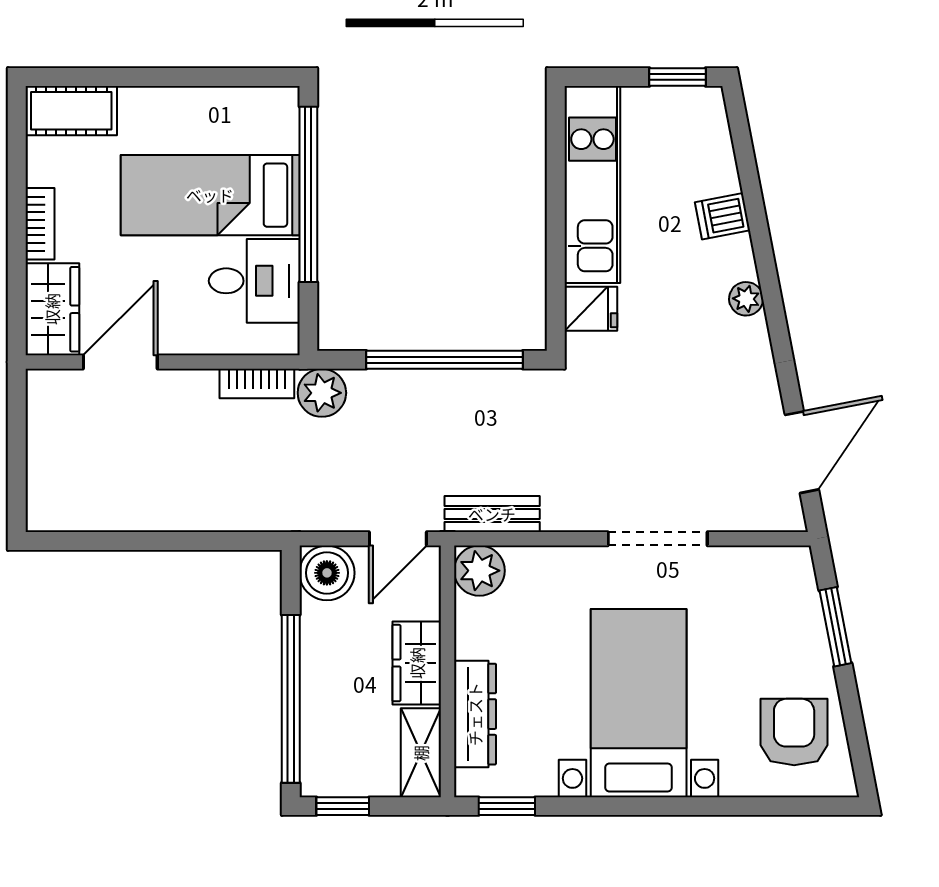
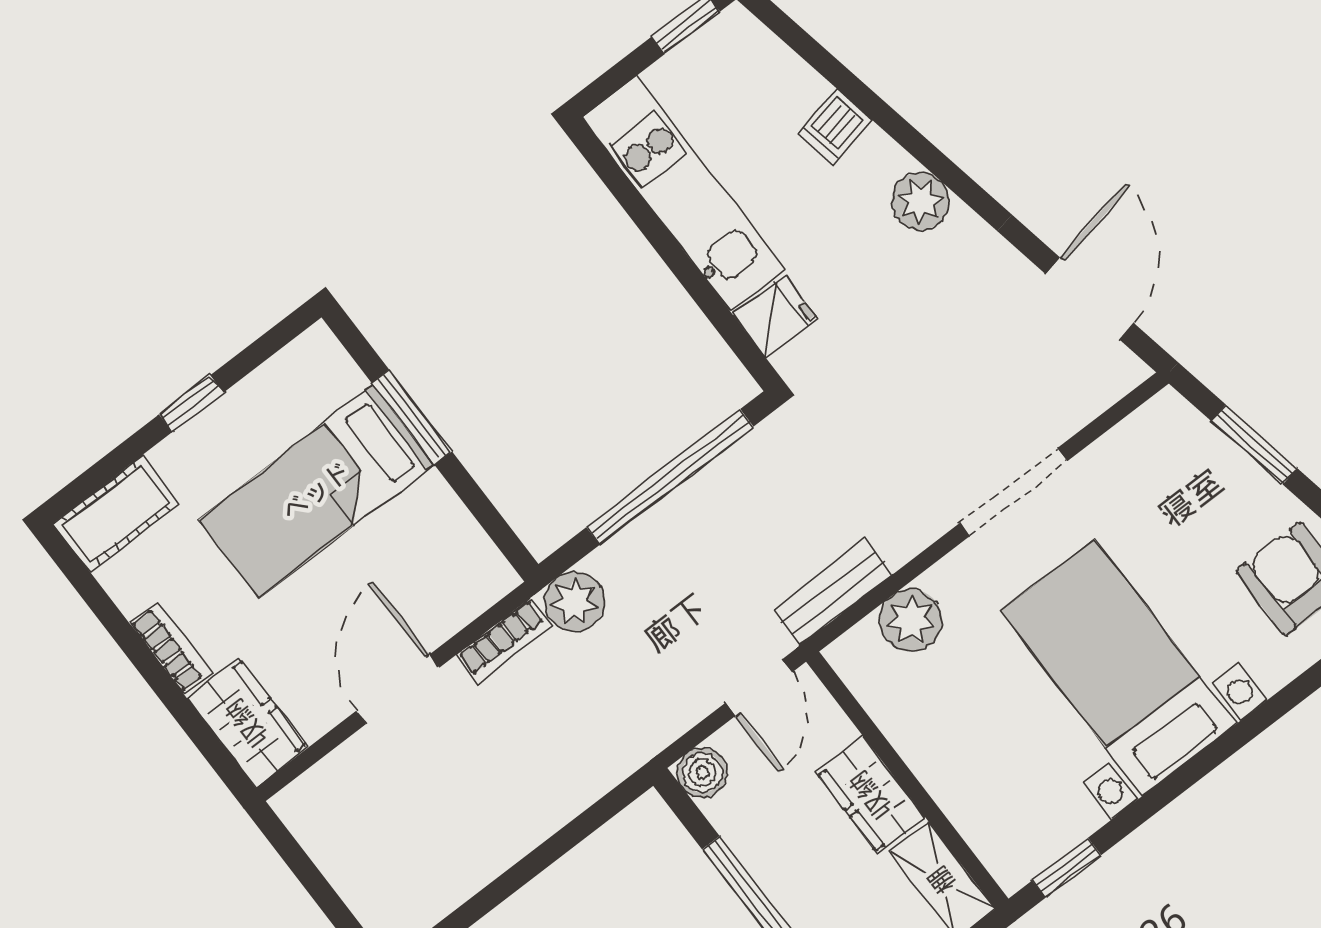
window: (174, 77) -> (191, 404), added
window: (308, 194) -> (412, 417), width x0.47
desk: (254, 281) -> (424, 543), removed
plant: (746, 299) -> (920, 201), width x1.38, depth x1.38
door: (120, 362) -> (398, 689), moved
plant: (479, 571) -> (911, 620), moved
boiler: (327, 573) -> (702, 773), width x0.73, depth x0.73
dresser: (475, 714) -> (966, 801), removed

